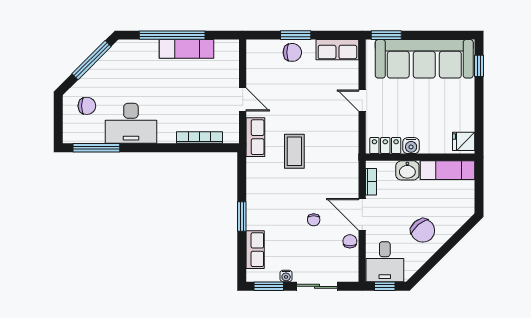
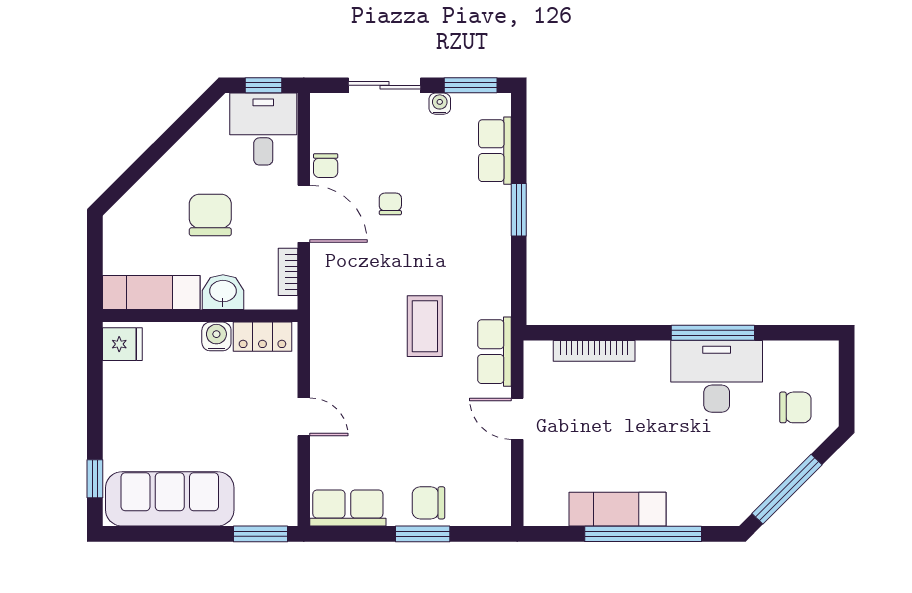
sofa: (424, 59) -> (170, 499), width x0.74, depth x0.79
chair: (87, 106) -> (795, 407), turned 180
window: (96, 148) -> (713, 333), moved
chair: (423, 231) -> (210, 215), moved, turned 40

